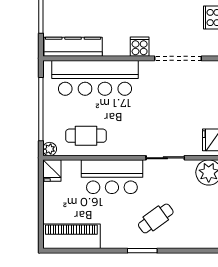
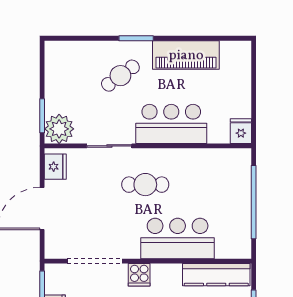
bar counter: (95, 78) -> (178, 238), width x0.73
cafe table: (86, 136) -> (145, 185), moved
plant: (50, 149) -> (243, 156), removed
piano: (71, 236) -> (186, 55), moved

